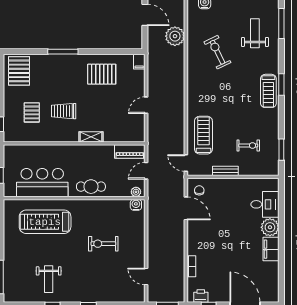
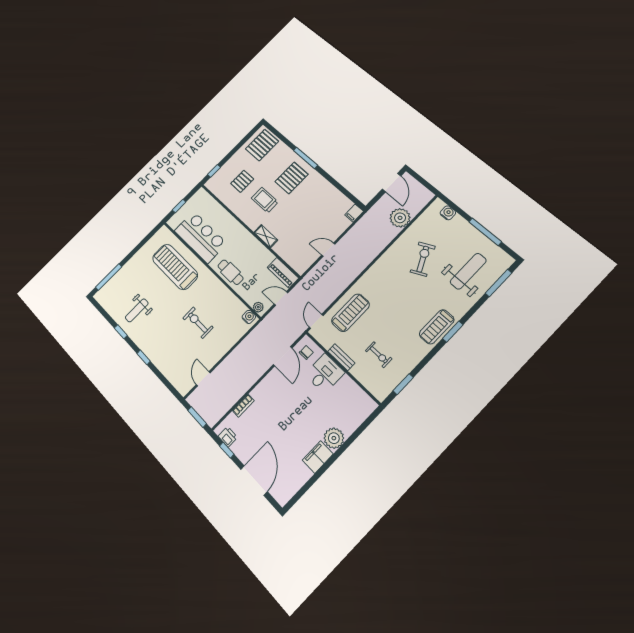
weight bench: (255, 33) -> (468, 271), width x1.36, depth x1.33
pallet: (102, 74) -> (292, 178), moved, turned 90
desk: (265, 204) -> (325, 373), moved, turned -90

